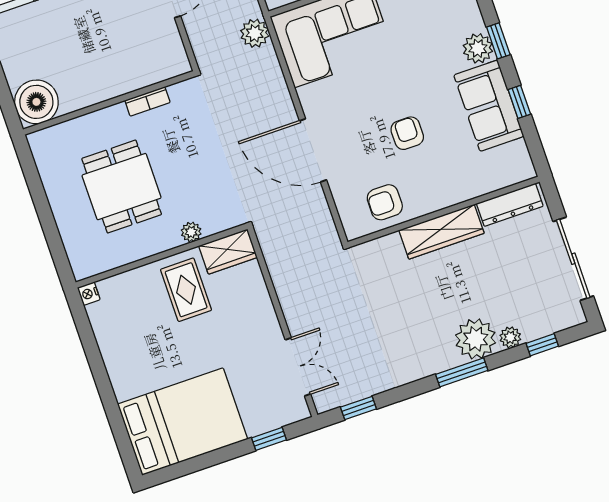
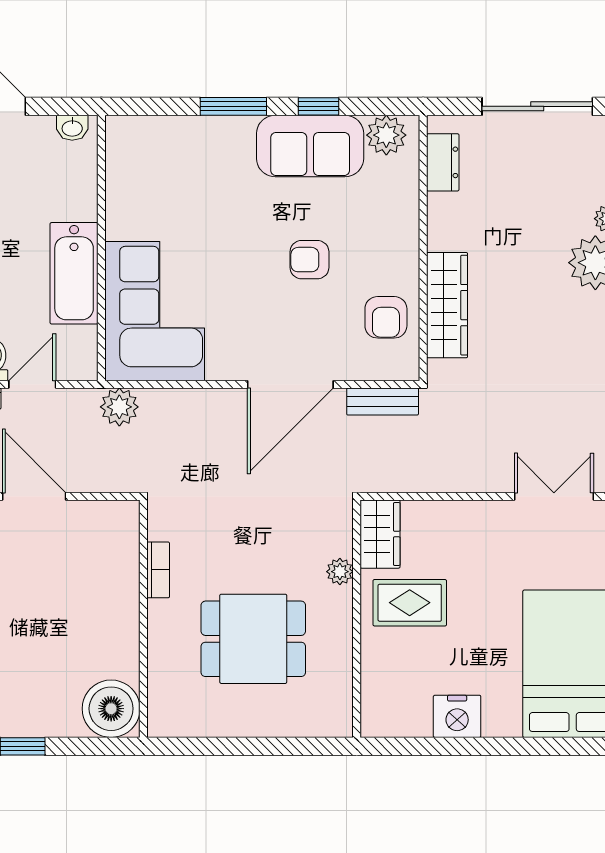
window: (498, 41) -> (233, 106), width x1.50
plant: (478, 48) -> (386, 135), moved
dresser: (510, 205) -> (443, 162), width x0.70
bench: (324, 221) -> (383, 402), added
wardrobe: (442, 232) -> (447, 305), moved
nightstand: (89, 294) -> (457, 716), moved, width x1.89, depth x1.79

